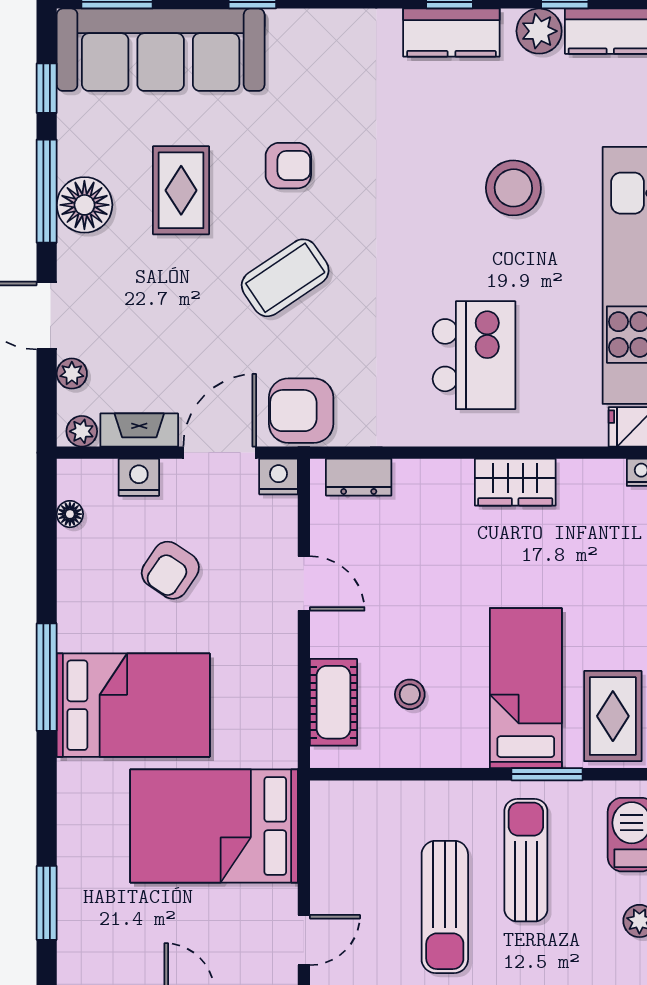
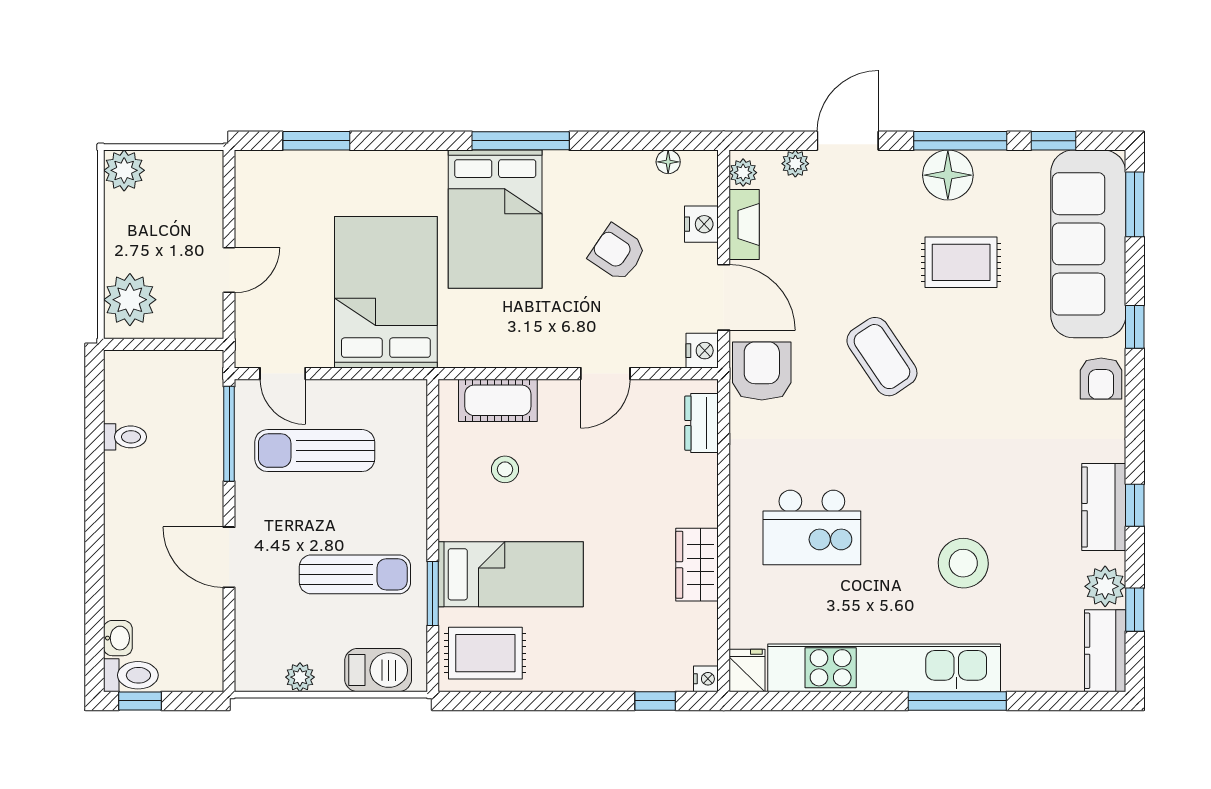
armchair: (288, 166) -> (1101, 378), moved
sun lounger: (445, 907) -> (315, 451), moved

